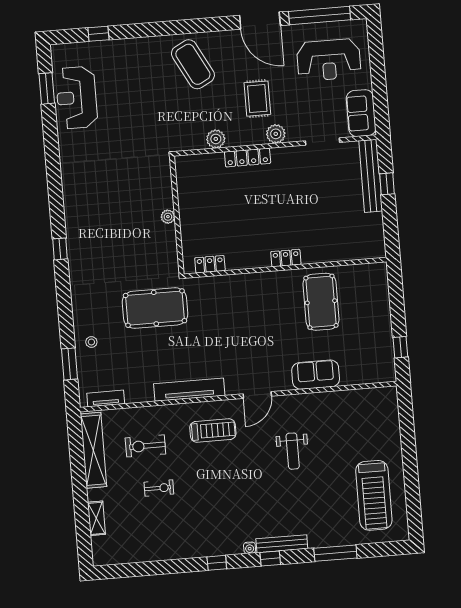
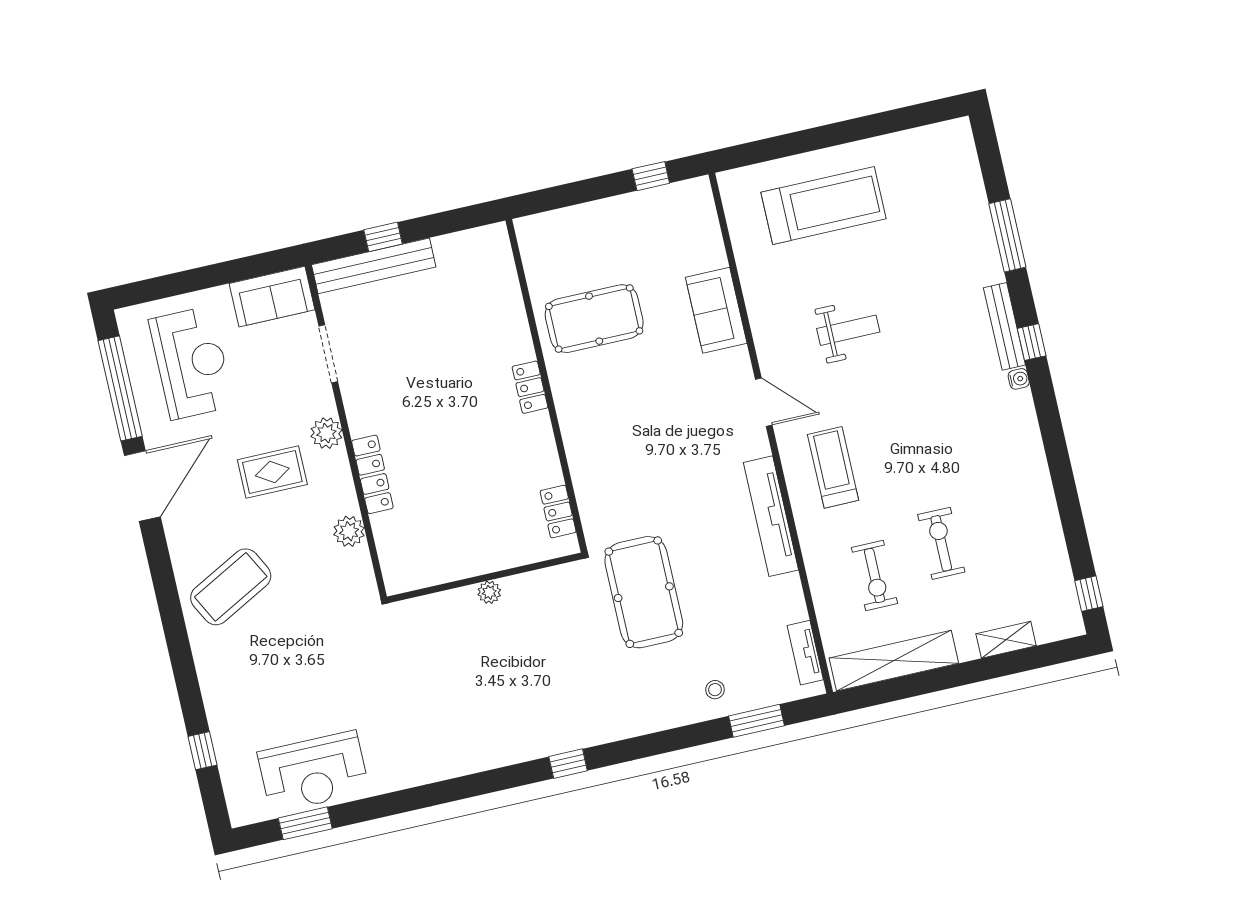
exercise bike: (159, 488) -> (941, 543), width x1.38, depth x1.39
treadmill: (374, 495) -> (823, 206), moved
window: (217, 563) -> (1089, 594), moved

